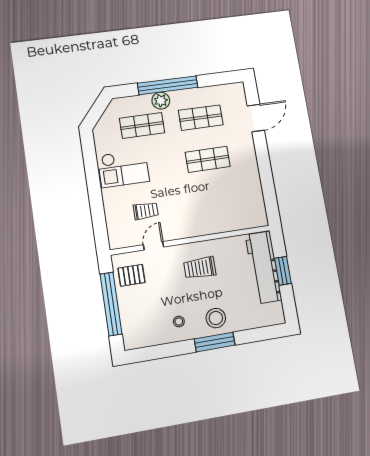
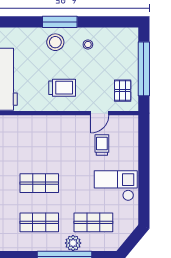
trolley: (146, 211) -> (102, 145), turned 90
pallet: (131, 275) -> (123, 91), turned 90

